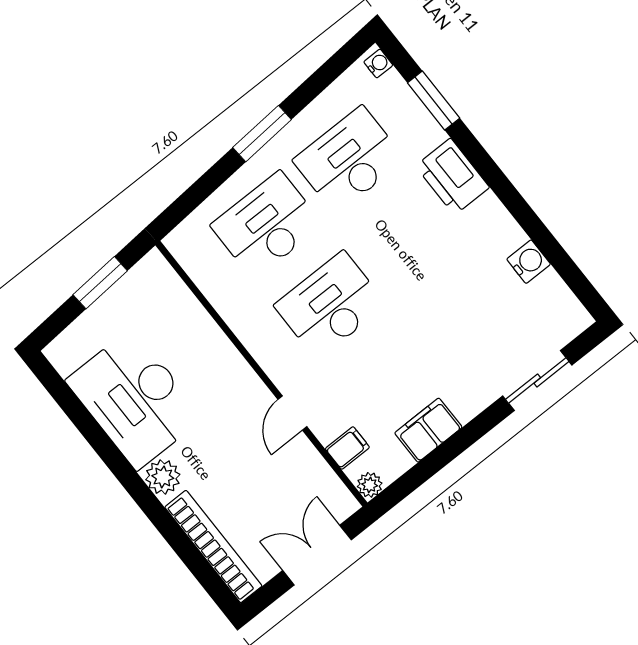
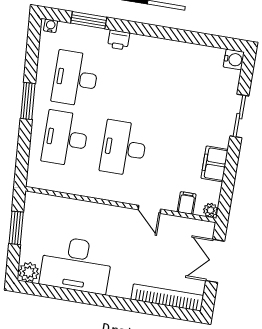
printer: (452, 177) -> (119, 40), width x0.53, depth x0.68
water cooler: (529, 262) -> (234, 59), moved, turned 90
sliding door: (537, 380) -> (239, 116), moved
plant: (163, 477) -> (29, 272), moved

